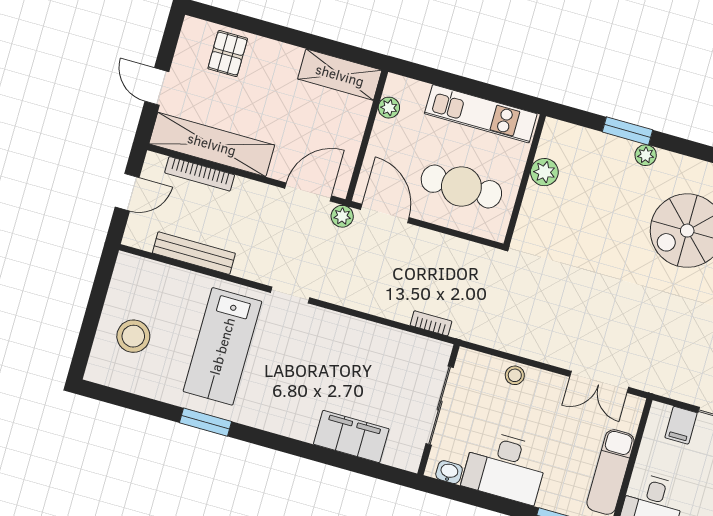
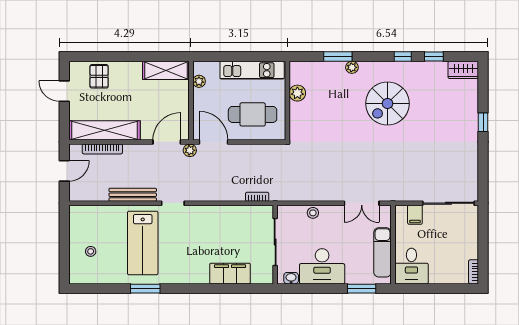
door: (157, 87) -> (64, 91), moved
bench: (194, 253) -> (133, 195), moved
stool: (133, 336) -> (91, 251), width x0.53, depth x0.53

